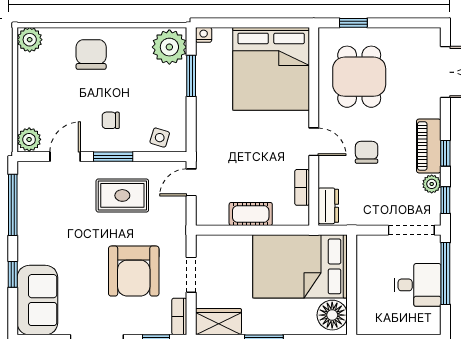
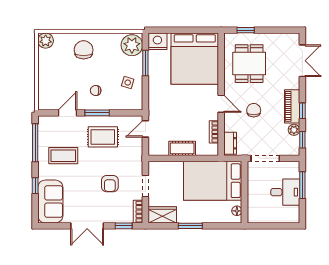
nightstand: (204, 35) -> (157, 41), width x1.89, depth x1.79
side table: (160, 138) -> (128, 83), moved
plant: (29, 139) -> (45, 102), removed
coffee table: (58, 226) -> (63, 156), added
doorway: (411, 230) -> (265, 158), moved
armchair: (134, 271) -> (110, 184), width x0.53, depth x0.53
window: (445, 274) -> (302, 185), width x0.69
floor lamp: (332, 315) -> (237, 211), width x0.53, depth x0.53

